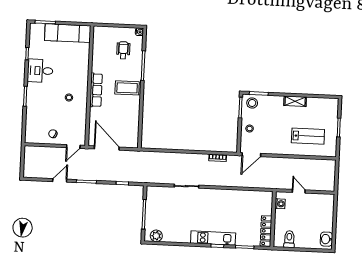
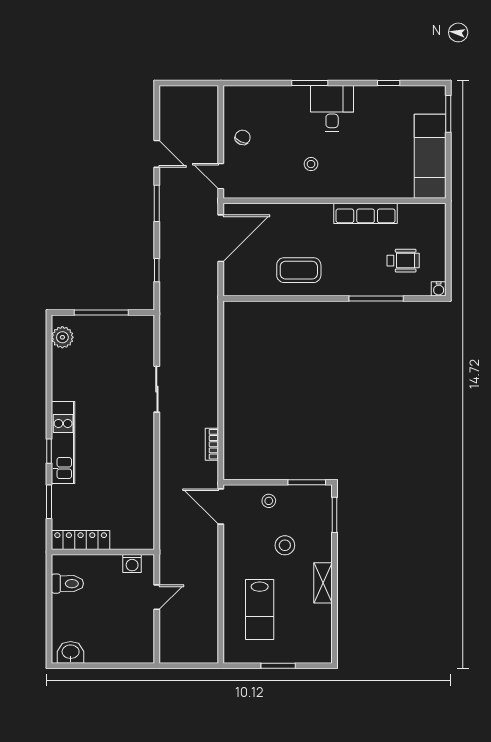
desk: (40, 71) -> (332, 108), moved
coffee table: (127, 88) -> (299, 270), moved, turned 90
row of seats: (96, 90) -> (366, 213), moved
stool: (252, 103) -> (285, 545), moved

